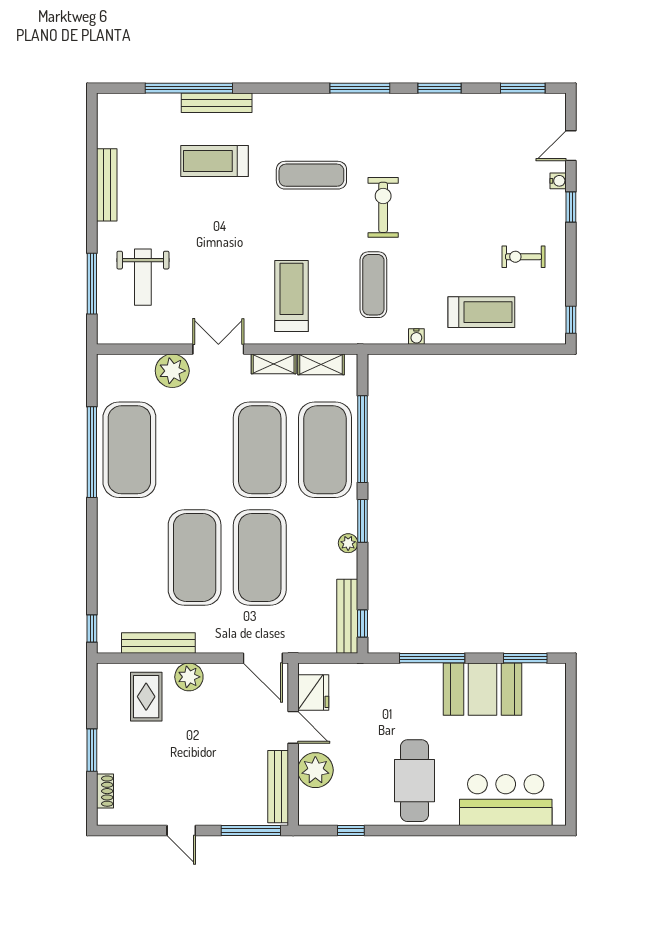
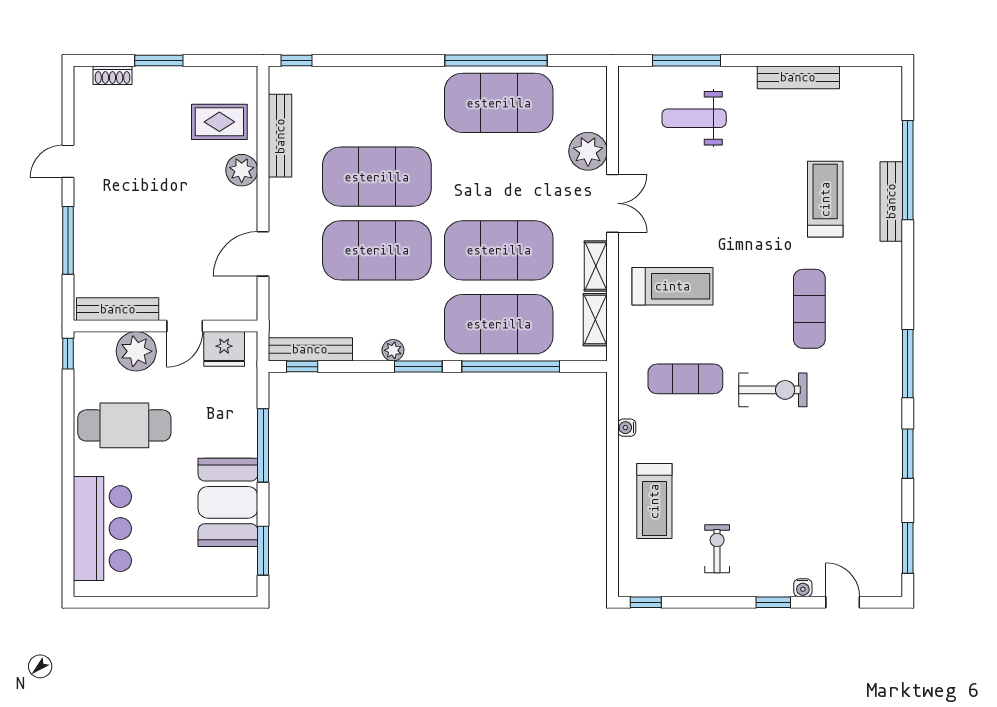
fridge: (313, 692) -> (224, 349), moved
door: (293, 727) -> (185, 326), moved
wall: (293, 744) -> (165, 326), moved
plant: (315, 770) -> (136, 351), moved
bench: (278, 787) -> (118, 309), moved

